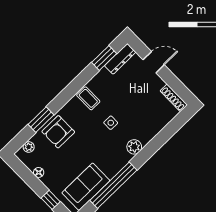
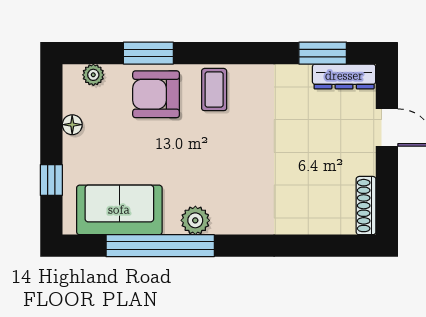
coffee table: (88, 98) -> (214, 90), moved
side table: (111, 123) -> (243, 154), removed
plant: (134, 147) -> (195, 220), moved

